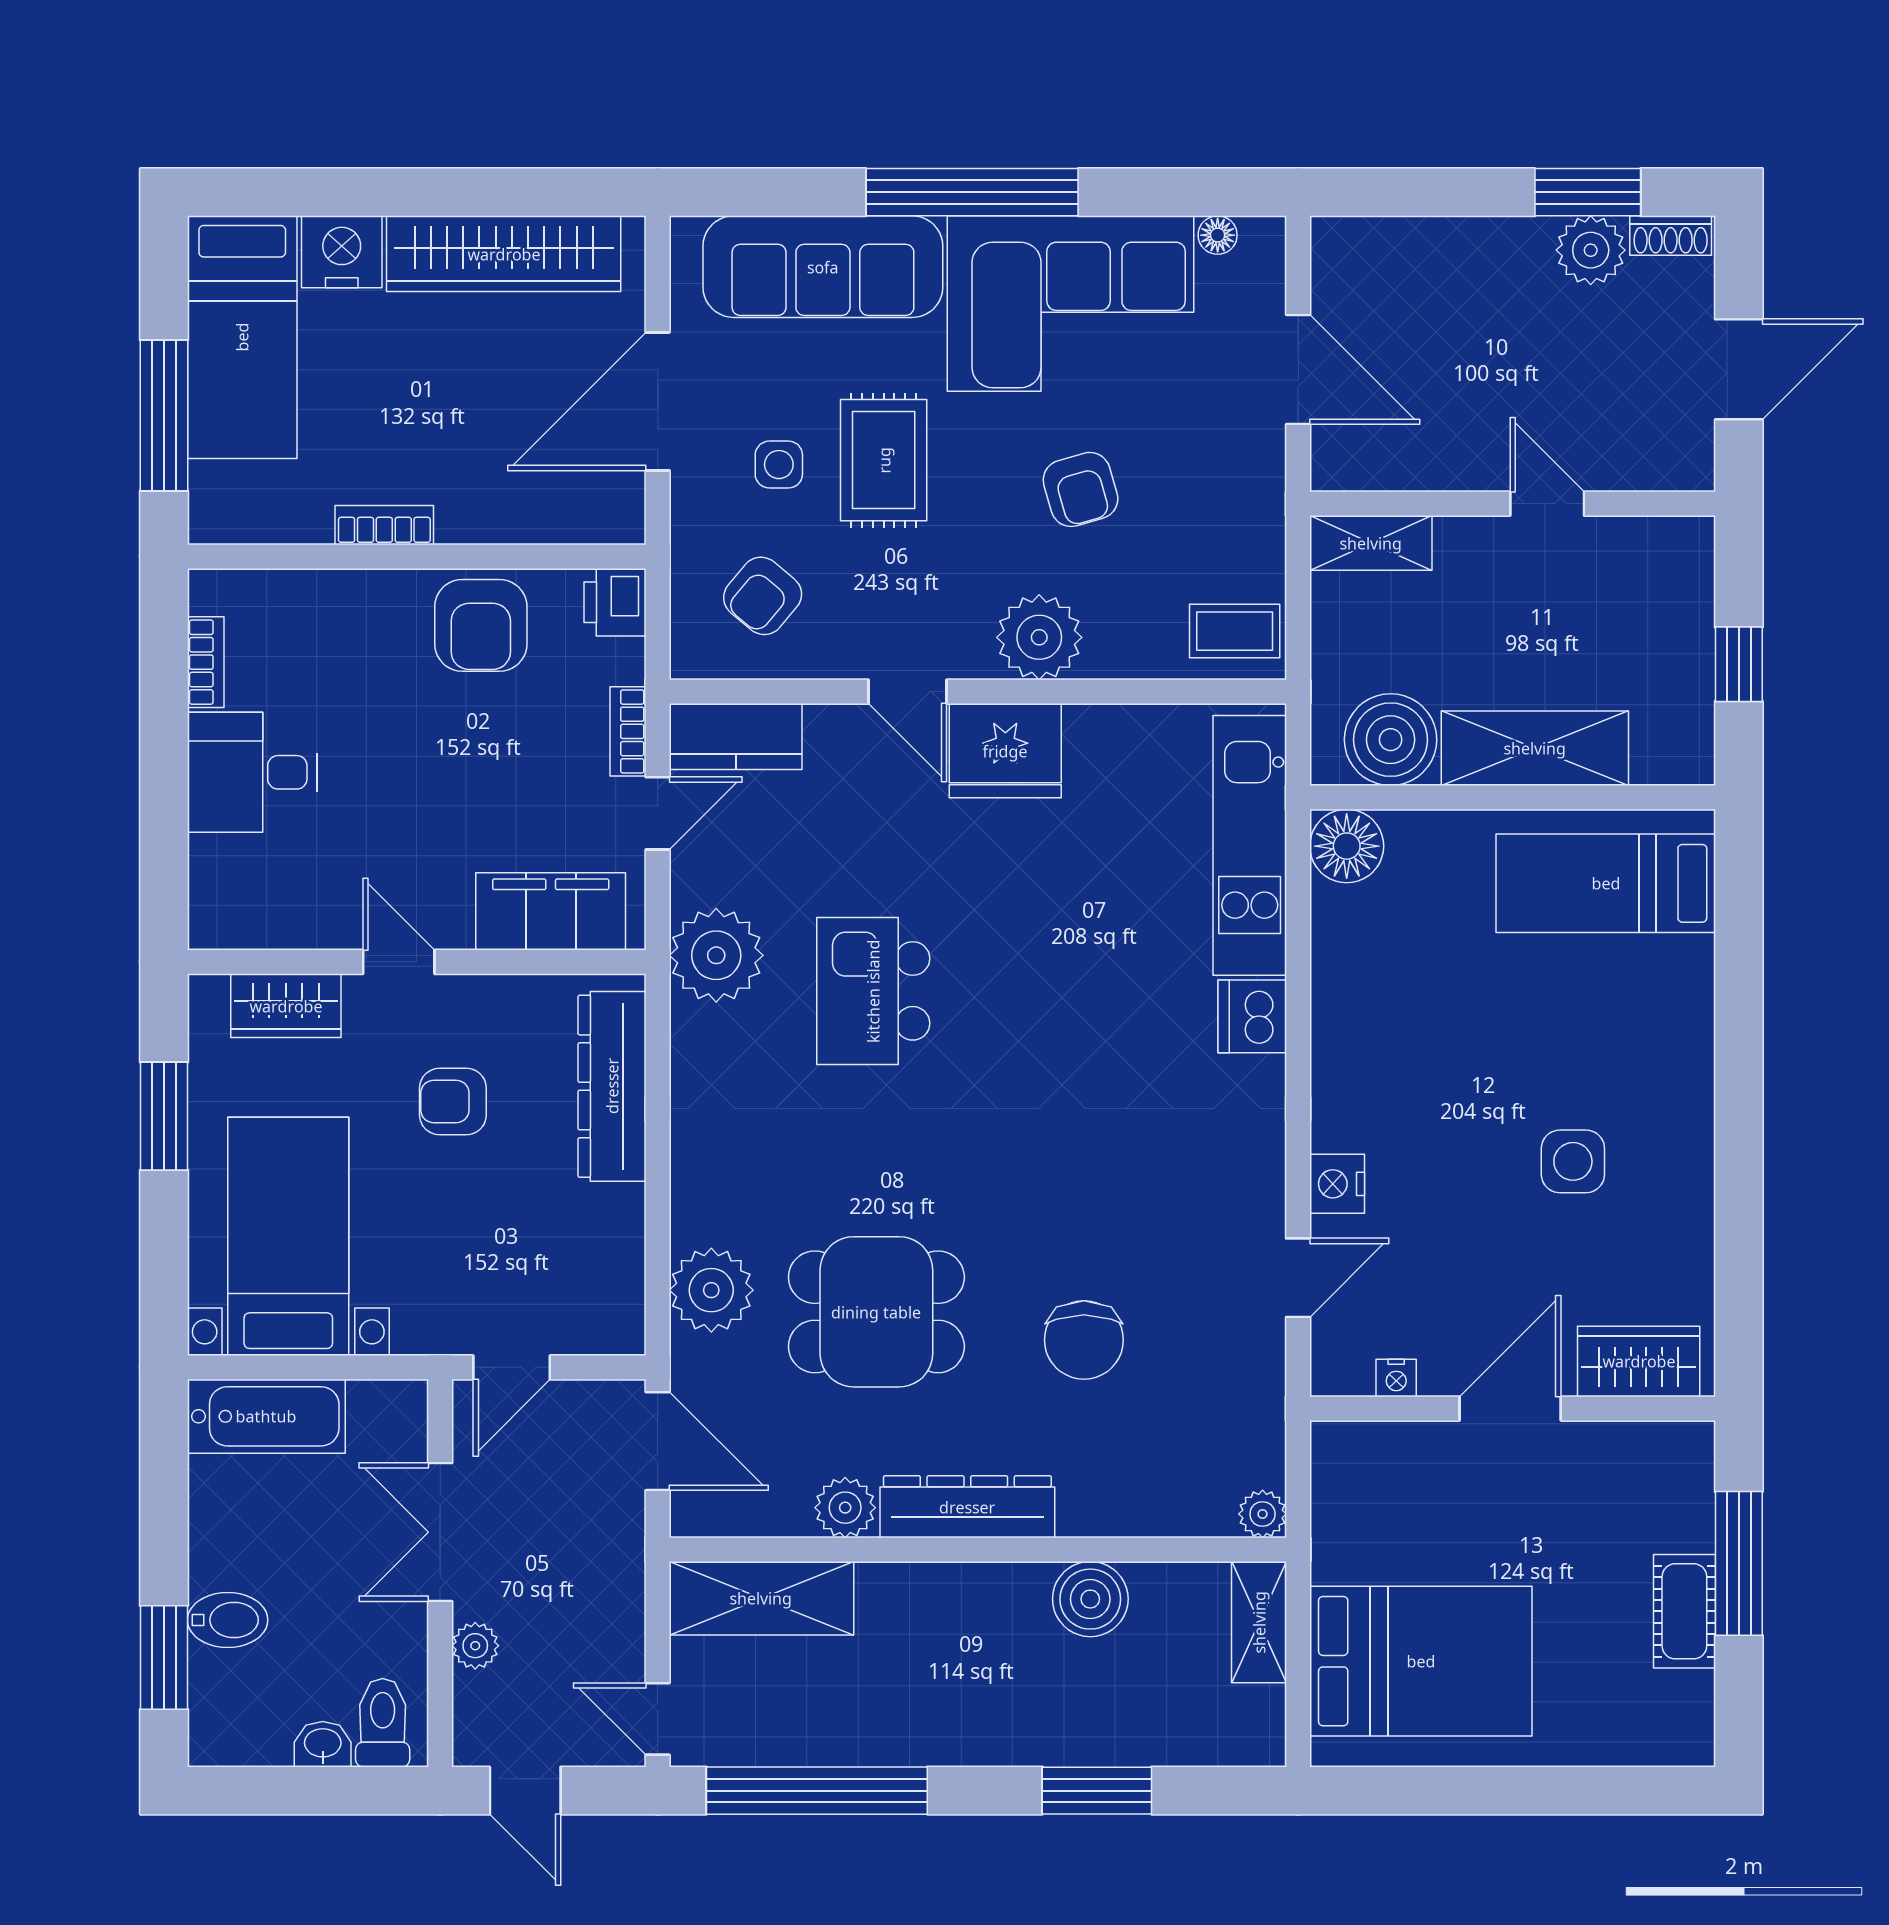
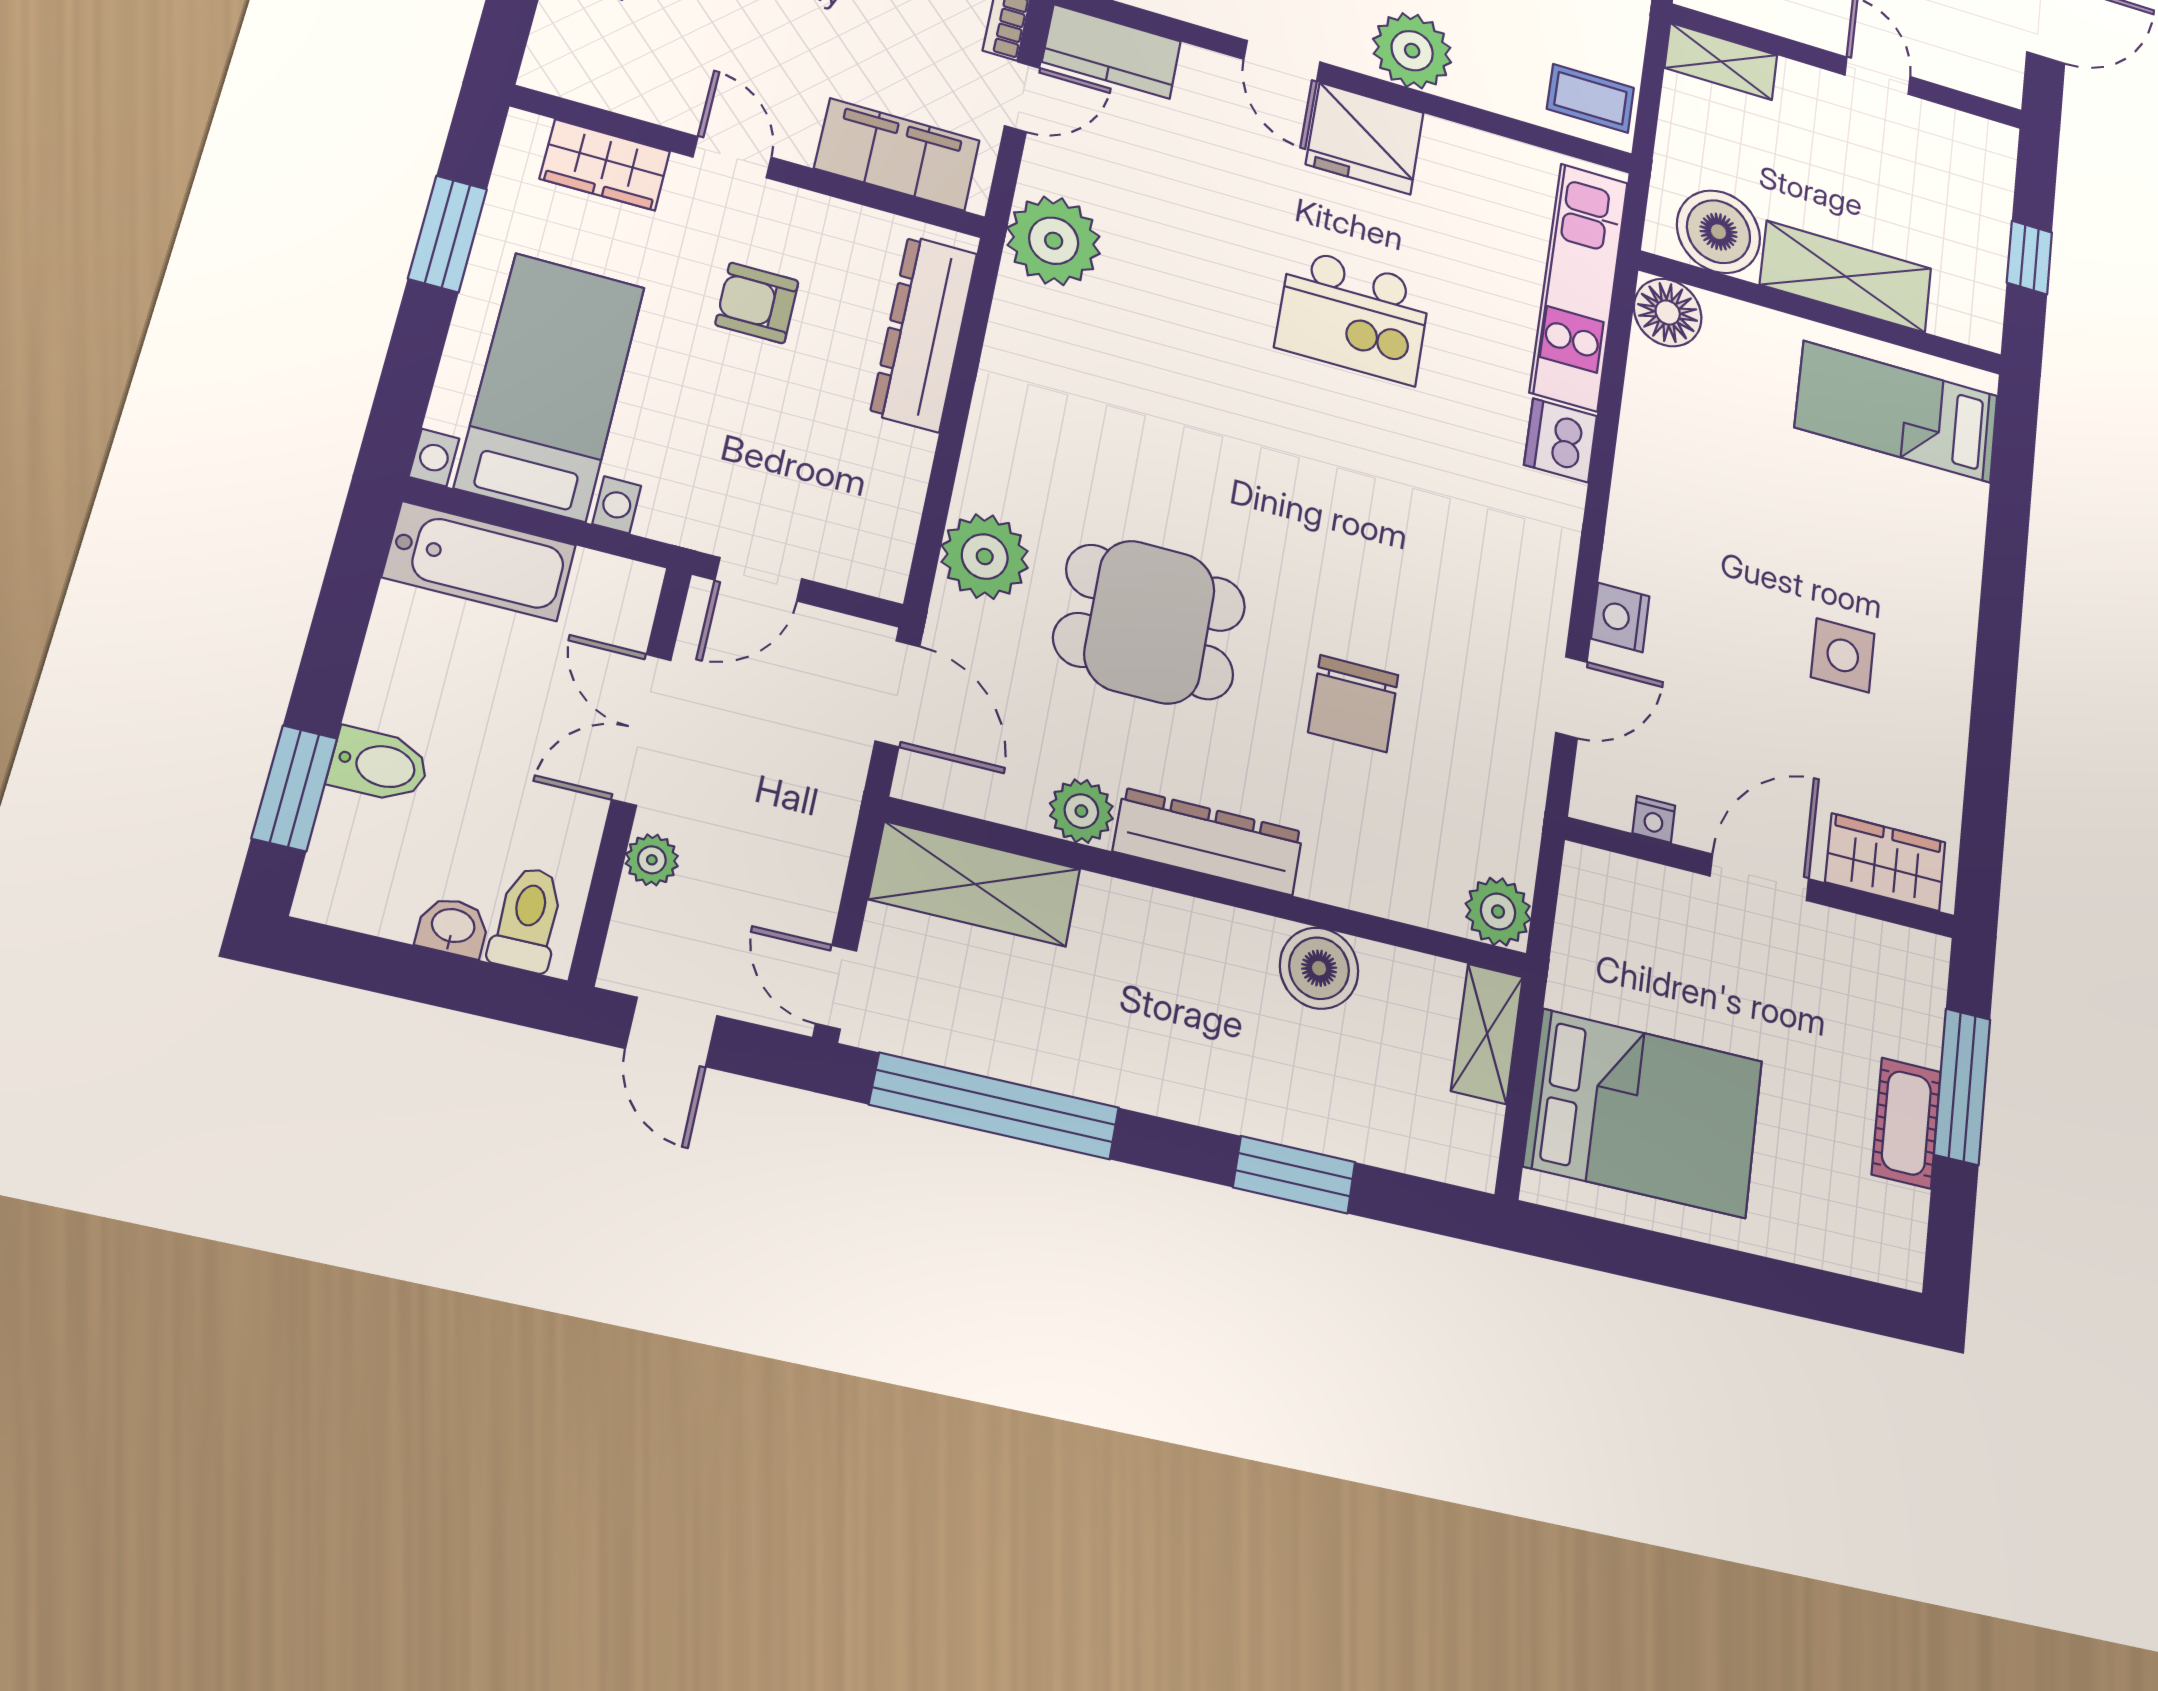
kitchen island: (873, 991) -> (1353, 316), moved, turned -90
plant: (1263, 1514) -> (1498, 912), width x1.38, depth x1.38

